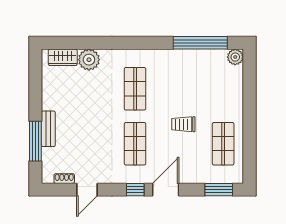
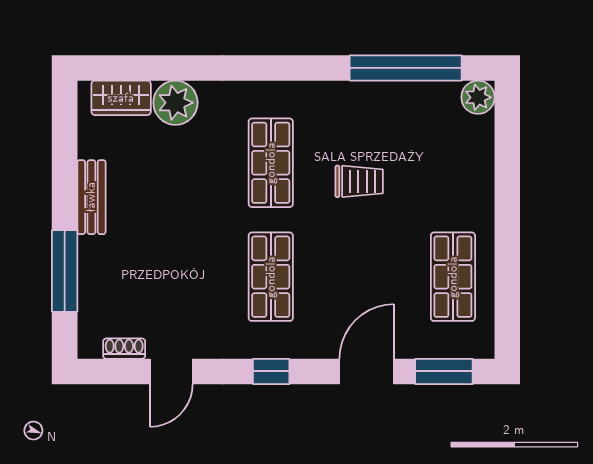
trolley: (183, 124) -> (359, 181), moved, turned 180
bench: (48, 129) -> (91, 197), moved
door: (166, 190) -> (367, 371), moved

